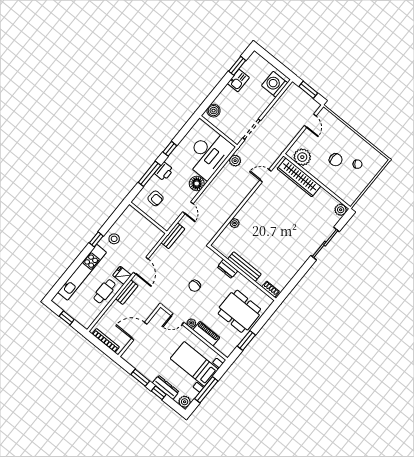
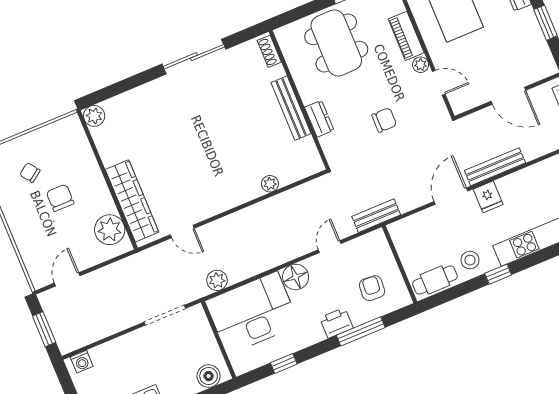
washing machine: (275, 84) -> (82, 362), width x0.53, depth x0.53
window: (170, 149) -> (284, 363), moved
sliding door: (325, 244) -> (194, 57), moved
cafe table: (105, 291) -> (435, 280), moved
bench: (127, 292) -> (495, 167), width x1.36

